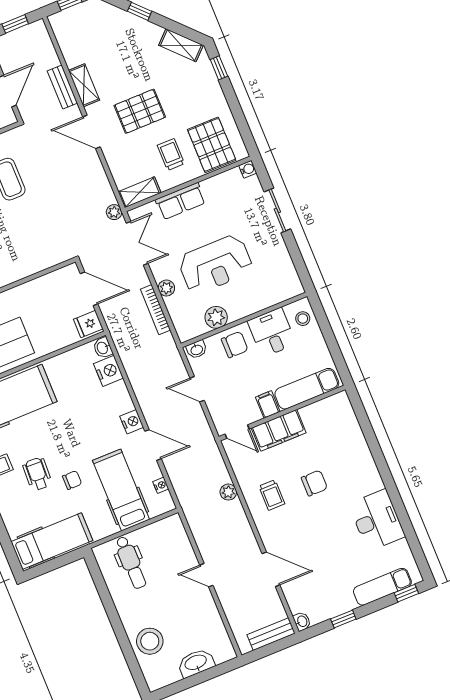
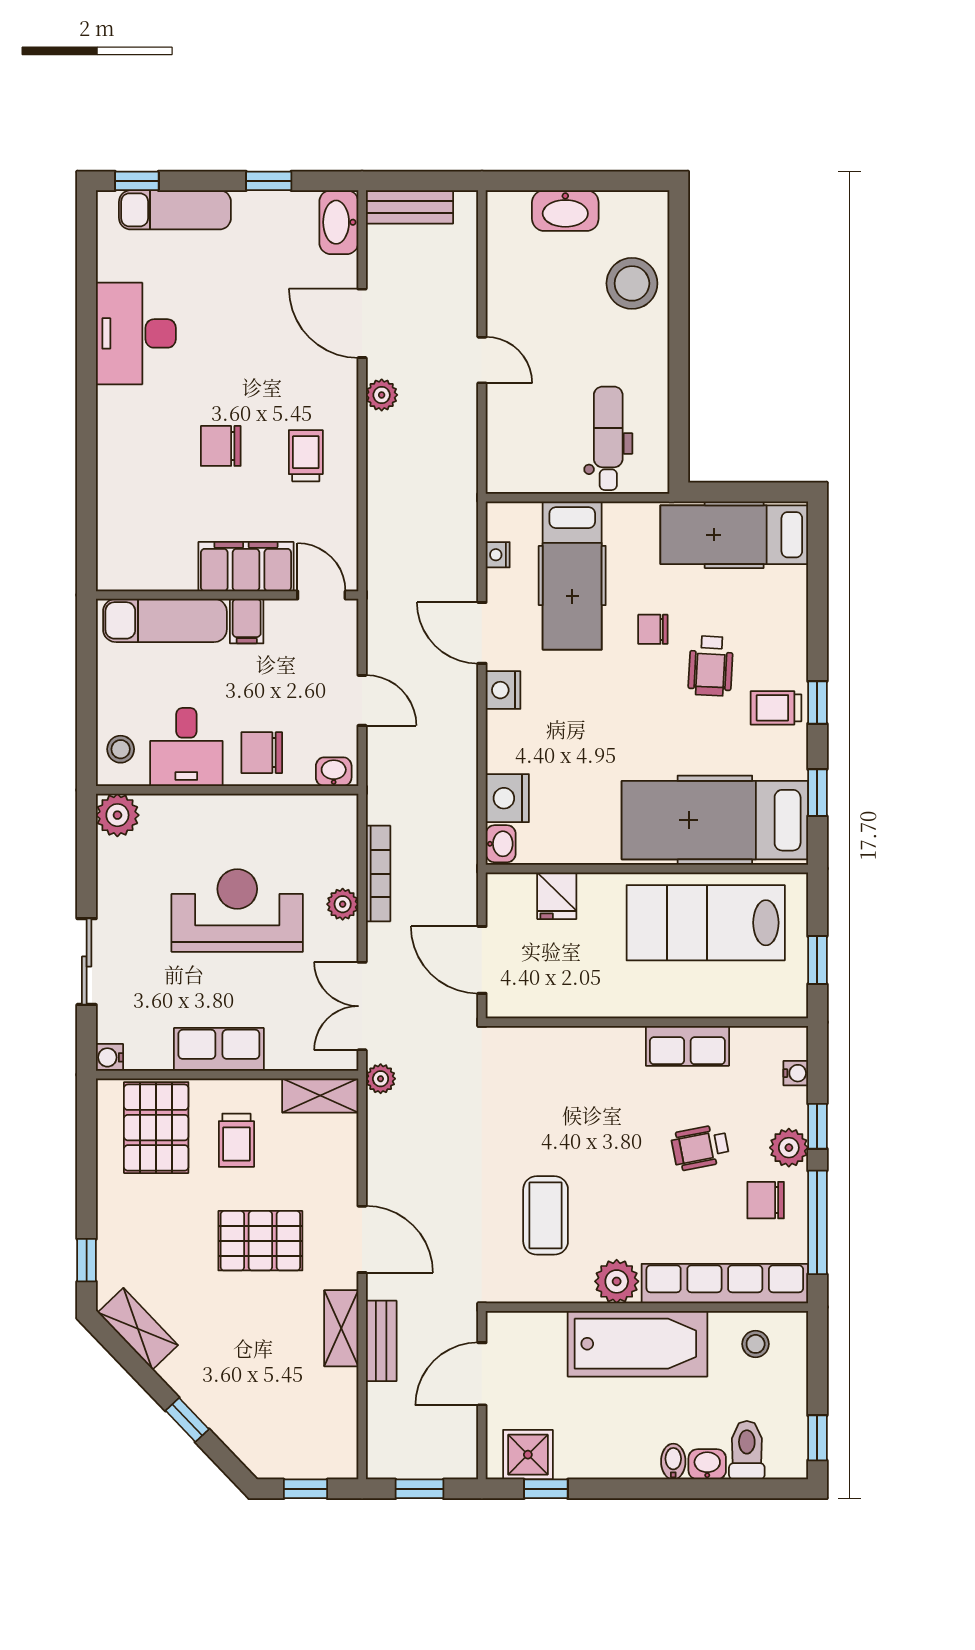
row of seats: (181, 201) -> (219, 1049), moved
plant: (216, 317) -> (117, 815), moved
fridge: (88, 324) -> (557, 896), moved, turned 90
plant: (228, 492) -> (382, 395), moved
washbasin: (302, 621) -> (339, 222), width x1.91, depth x1.45

